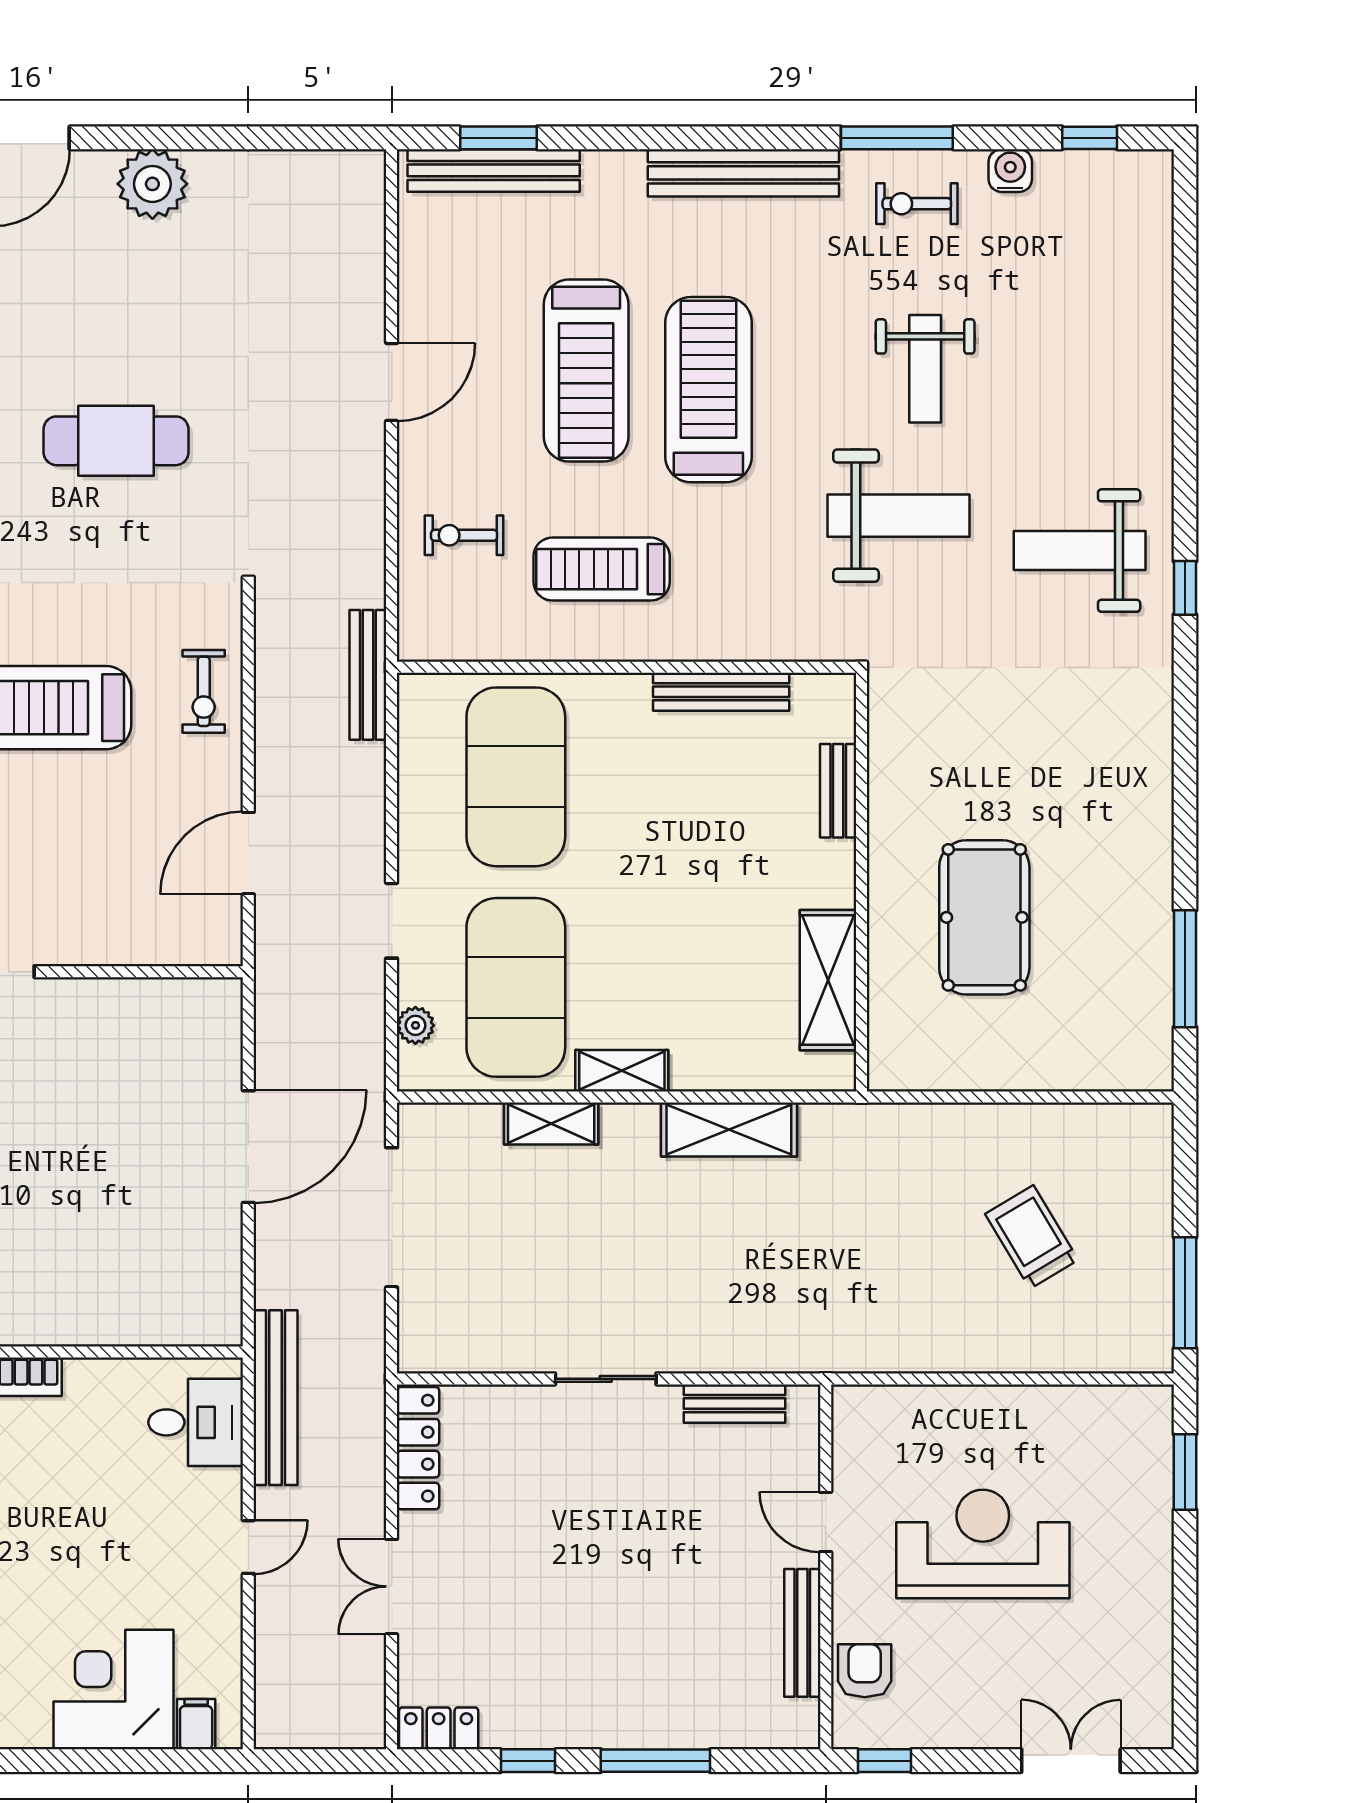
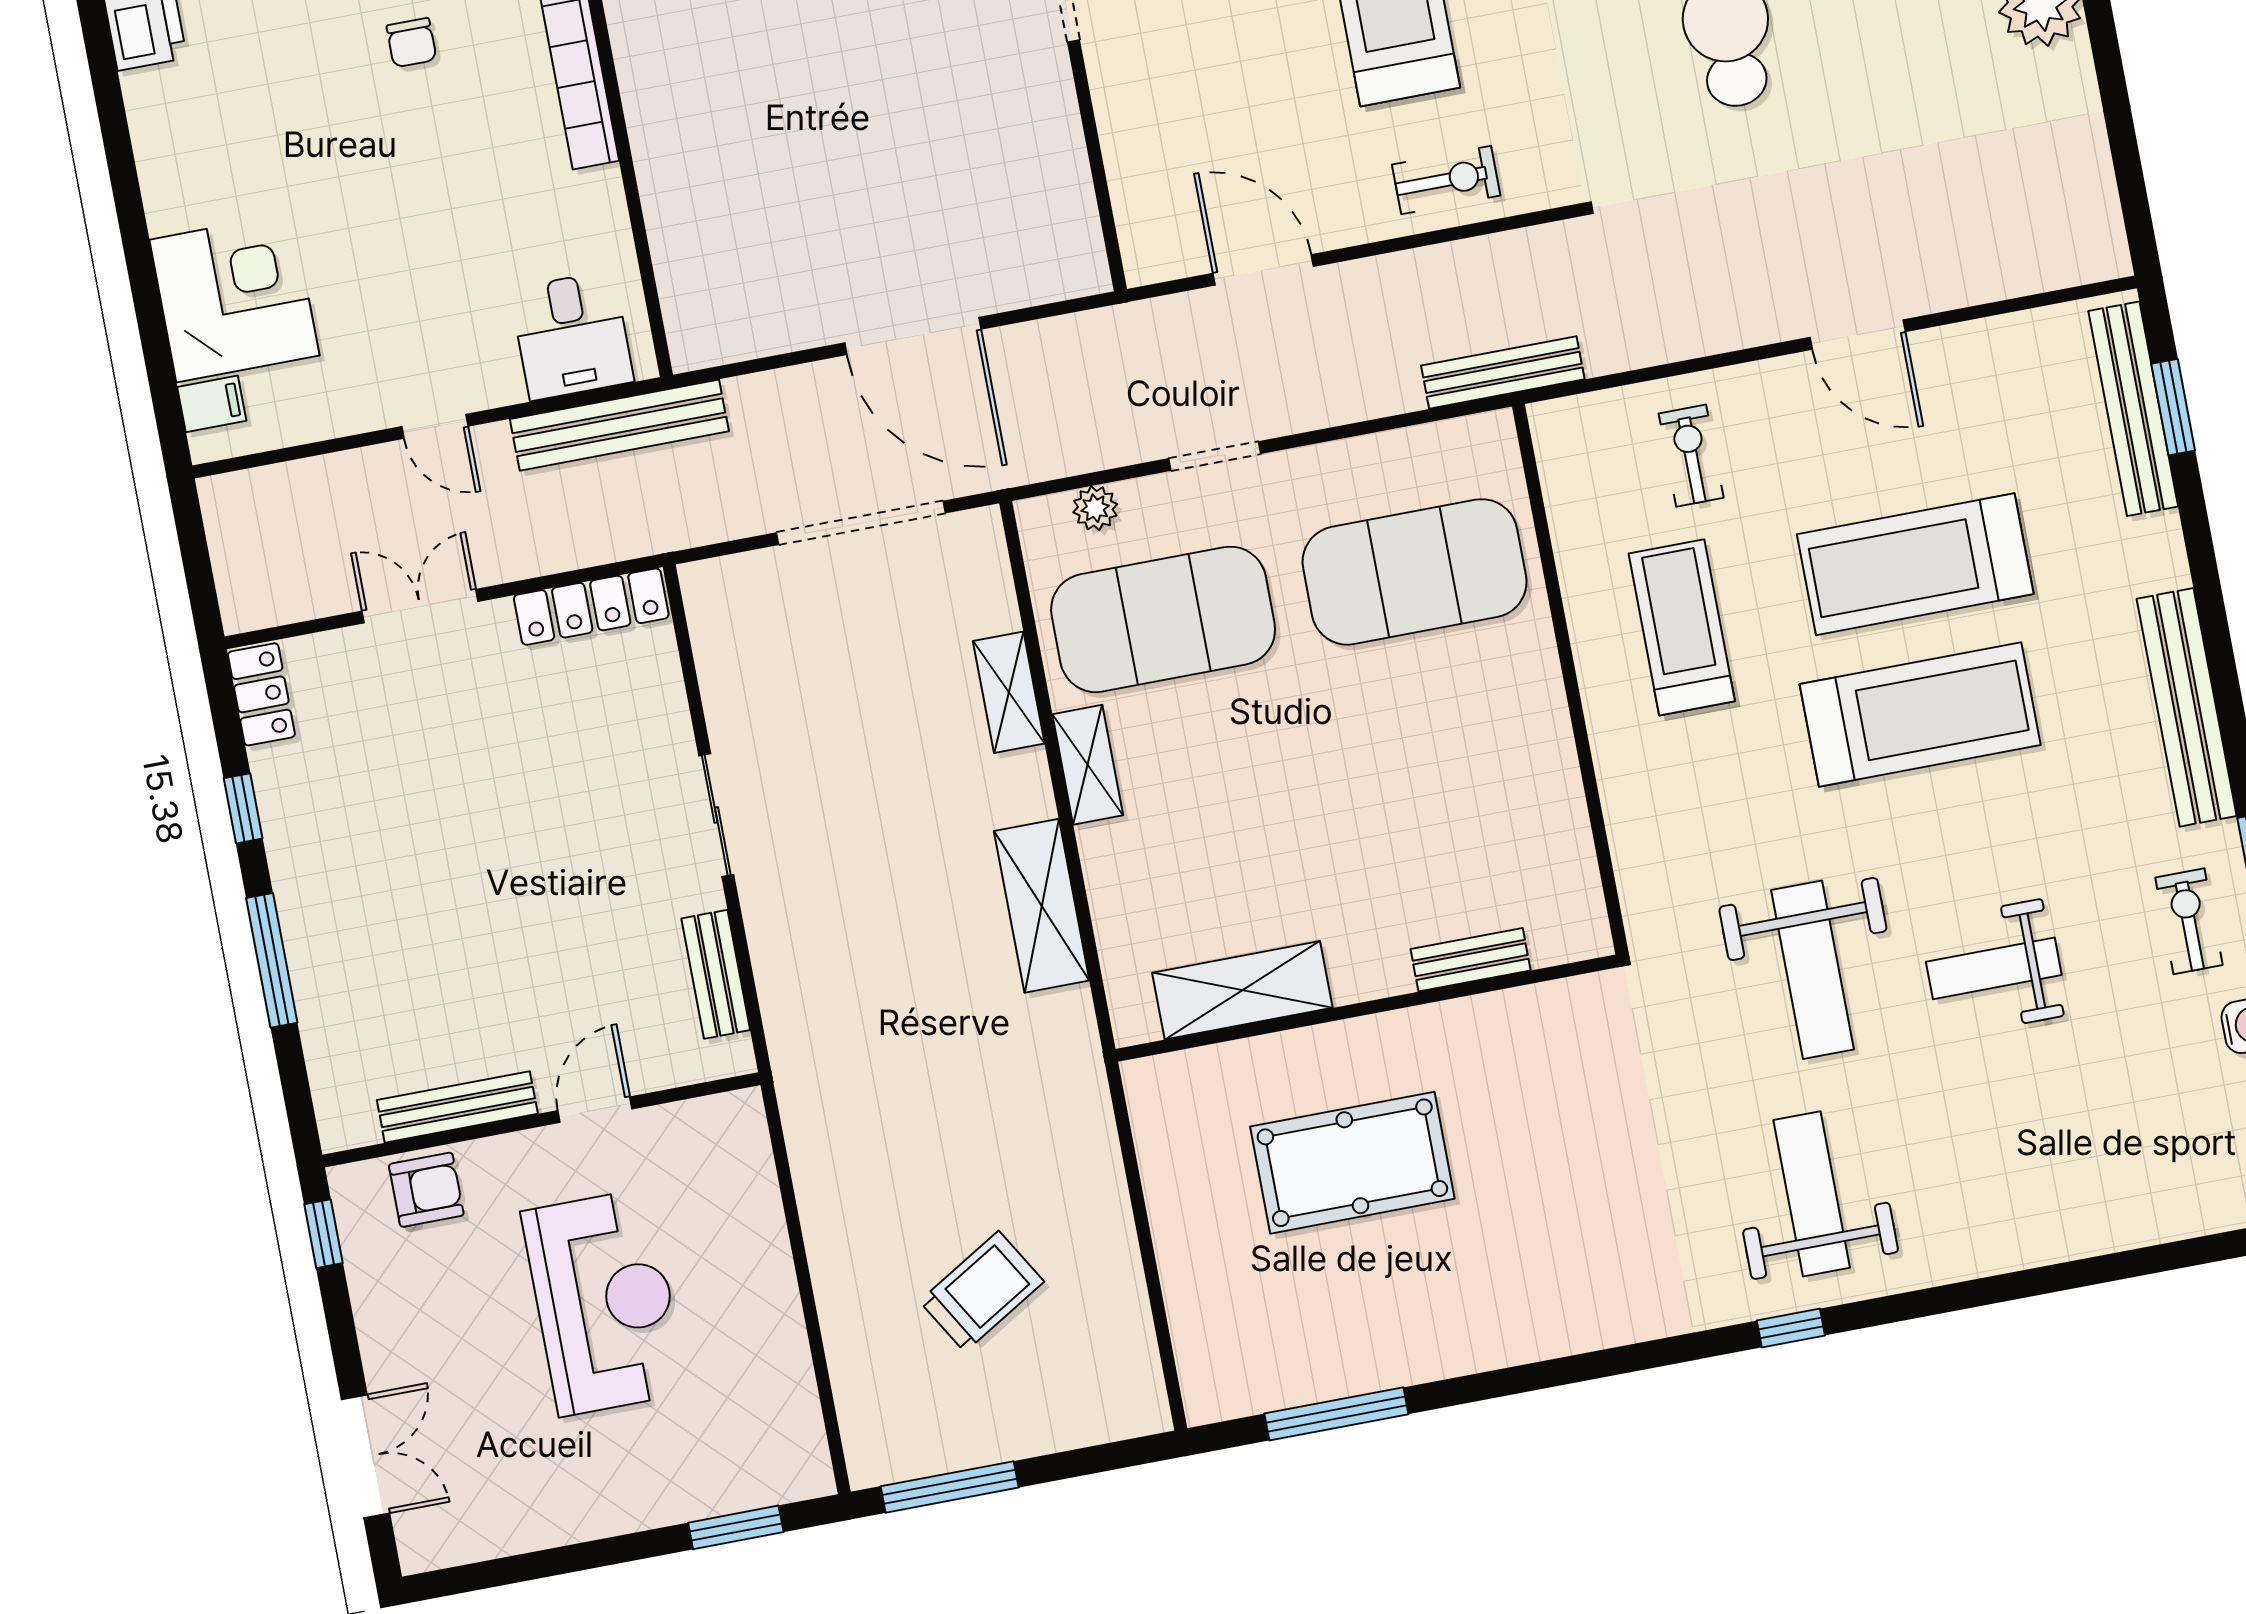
exercise bike: (204, 691) -> (1446, 180), turned 180
bench: (721, 692) -> (1562, 798), removed

